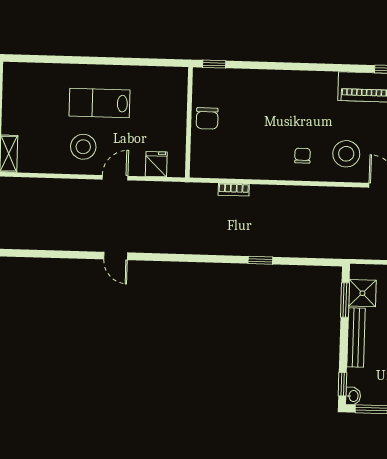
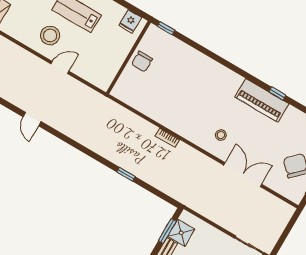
stool: (346, 154) -> (221, 135), width x0.53, depth x0.53
chair: (302, 156) -> (191, 120), removed
fridge: (156, 164) -> (130, 21), moved, turned 180
bookcase: (234, 190) -> (167, 138), moved

